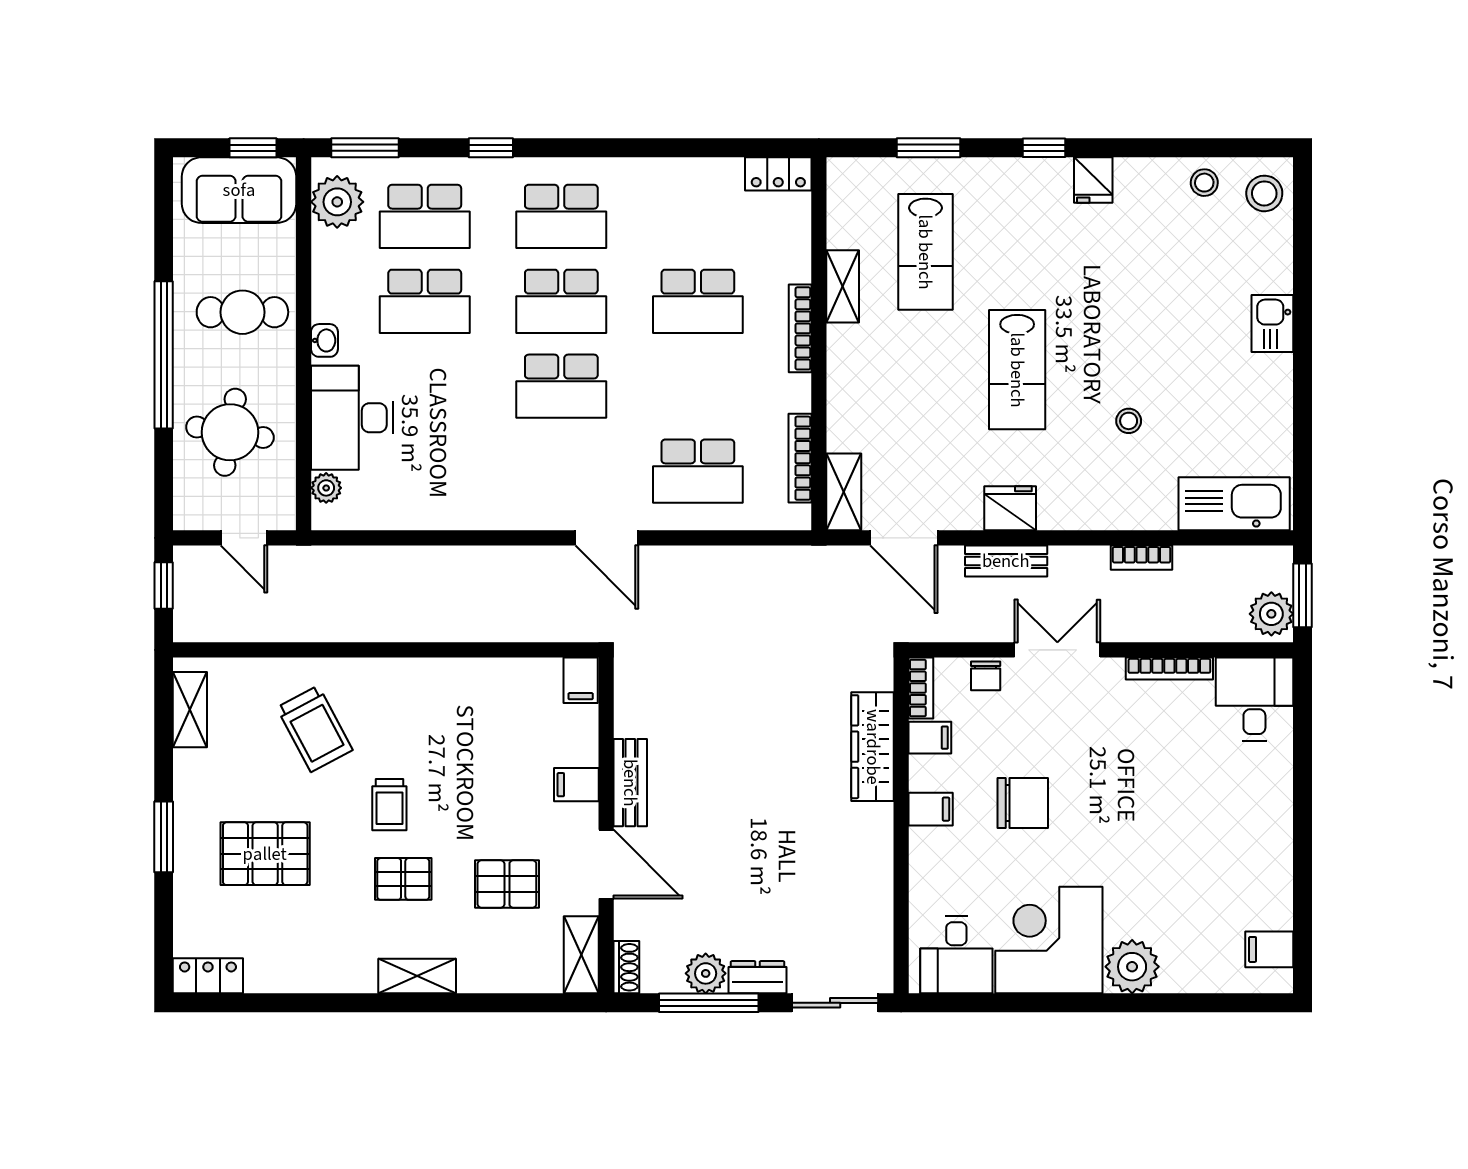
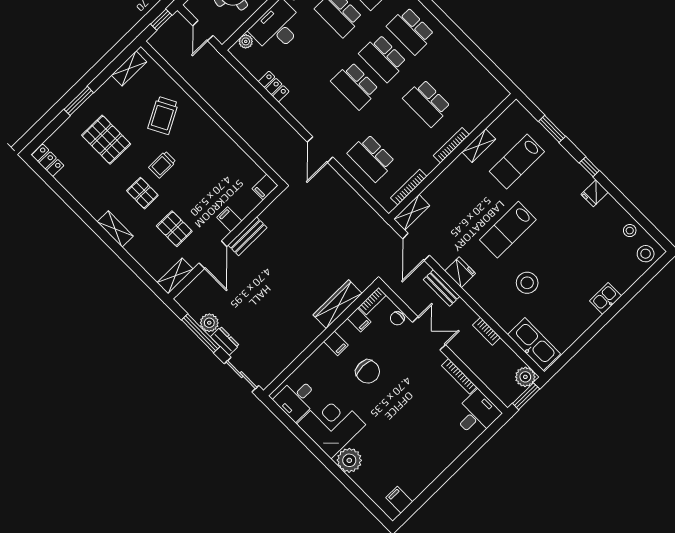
locker: (778, 174) -> (274, 87), moved, turned 180
stool: (1129, 421) -> (527, 283), width x1.89, depth x1.89
plant: (1271, 614) -> (525, 377), moved
shoe rack: (626, 967) -> (186, 295), removed

